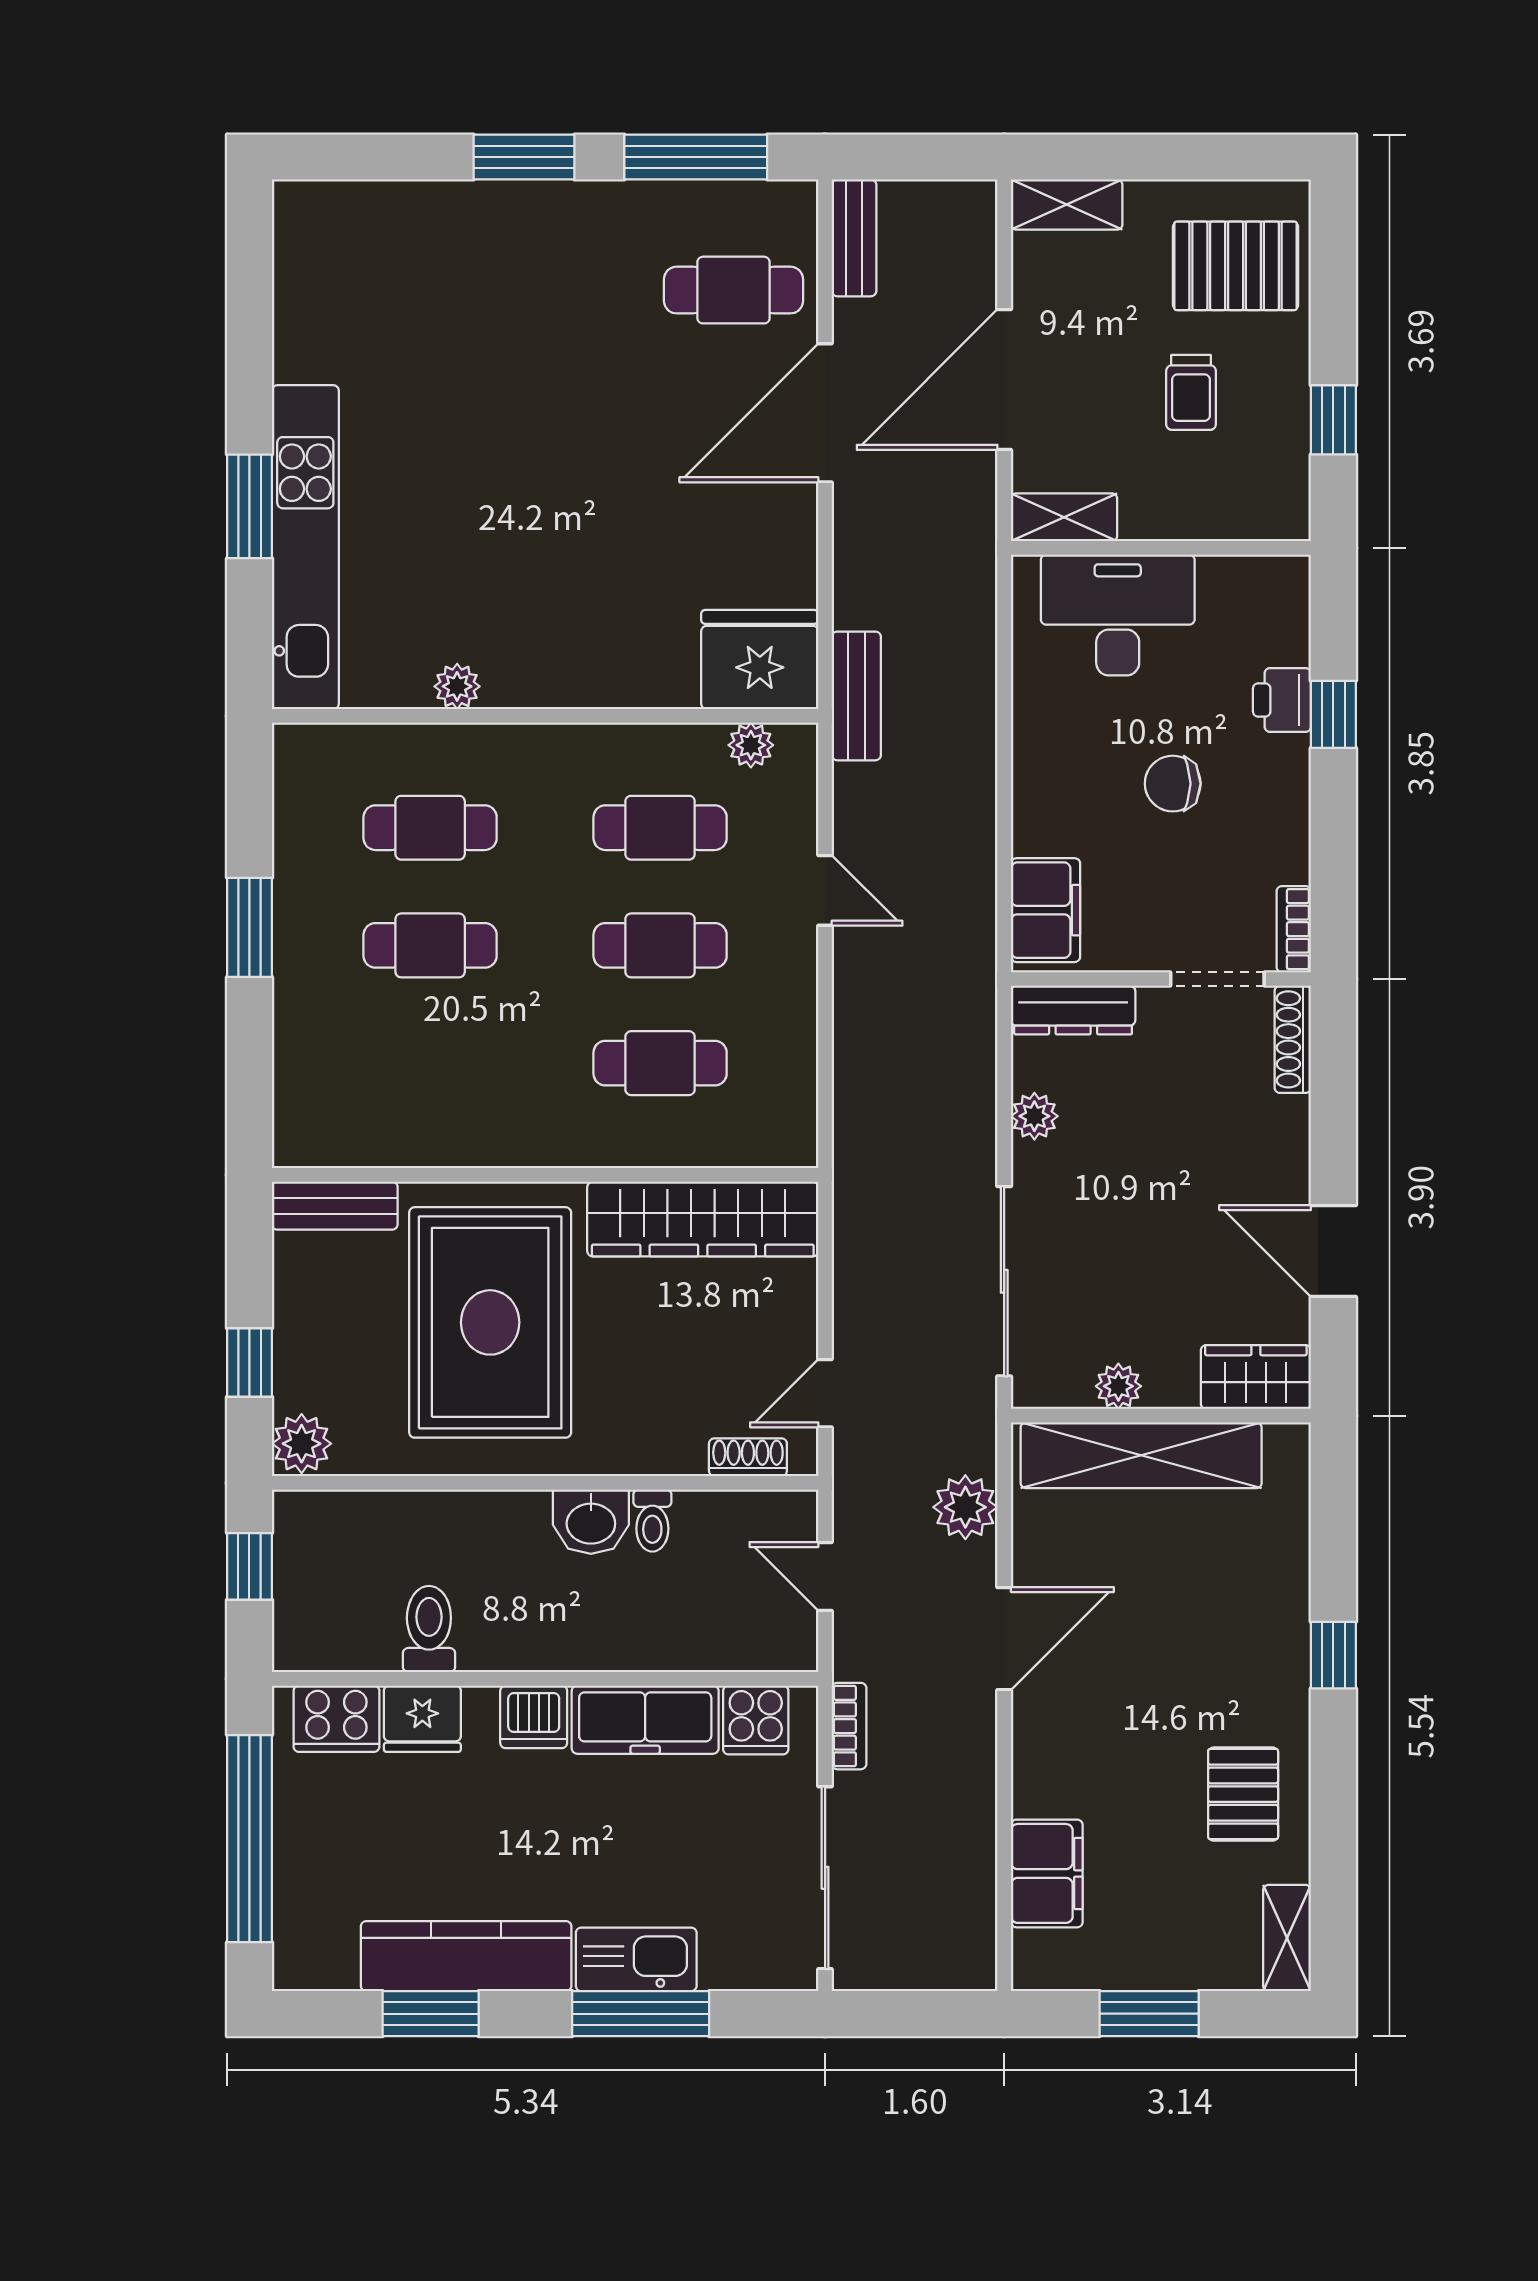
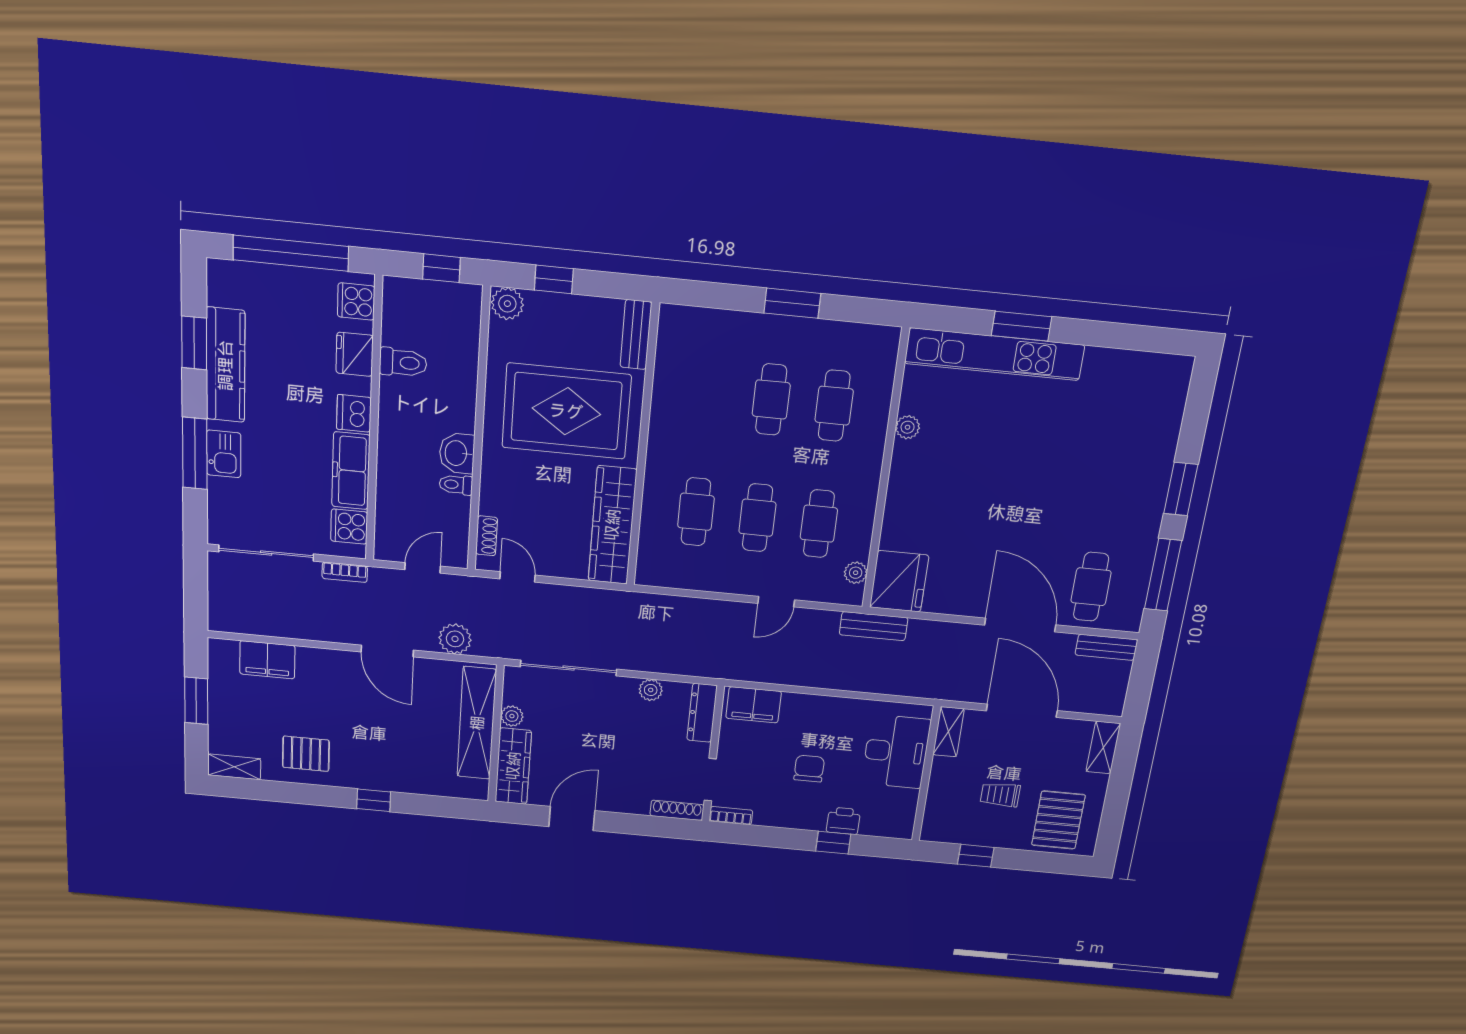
wardrobe: (1256, 1377) -> (513, 766), width x1.50
cooker: (336, 1719) -> (356, 301), width x0.73
kitchen sink: (636, 1959) -> (224, 454), width x0.73

